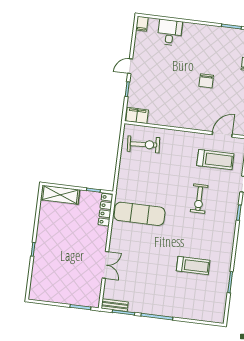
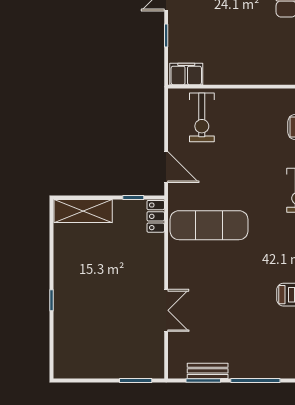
exercise bike: (143, 144) -> (202, 117), turned 94
door: (117, 173) -> (166, 167), added
locker: (106, 210) -> (156, 216), width x0.66
bench: (115, 305) -> (208, 371), moved

